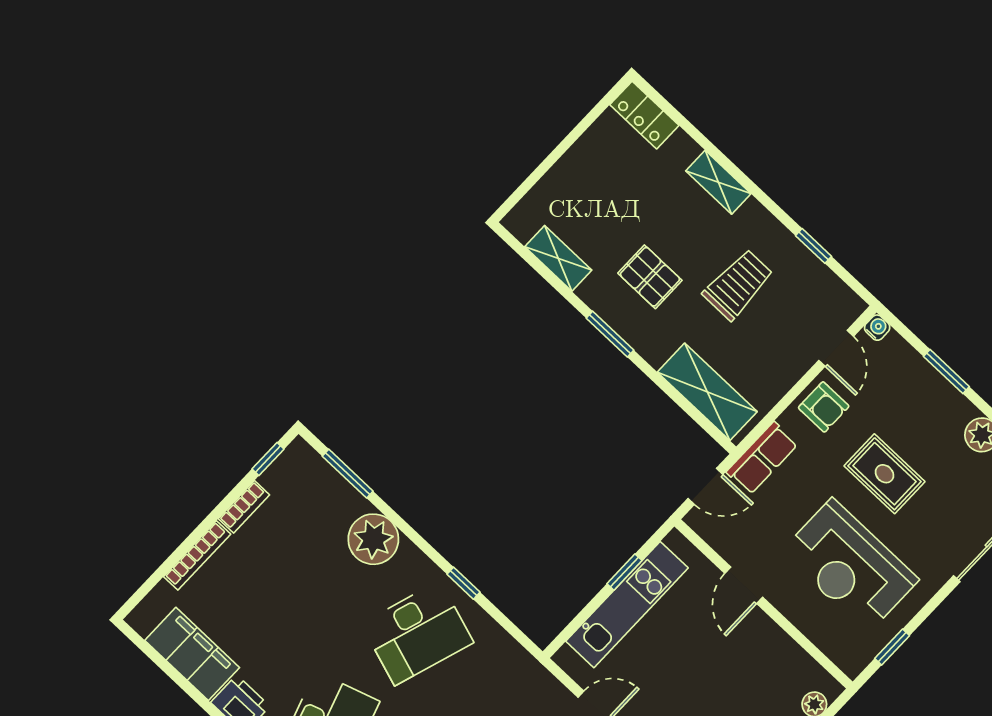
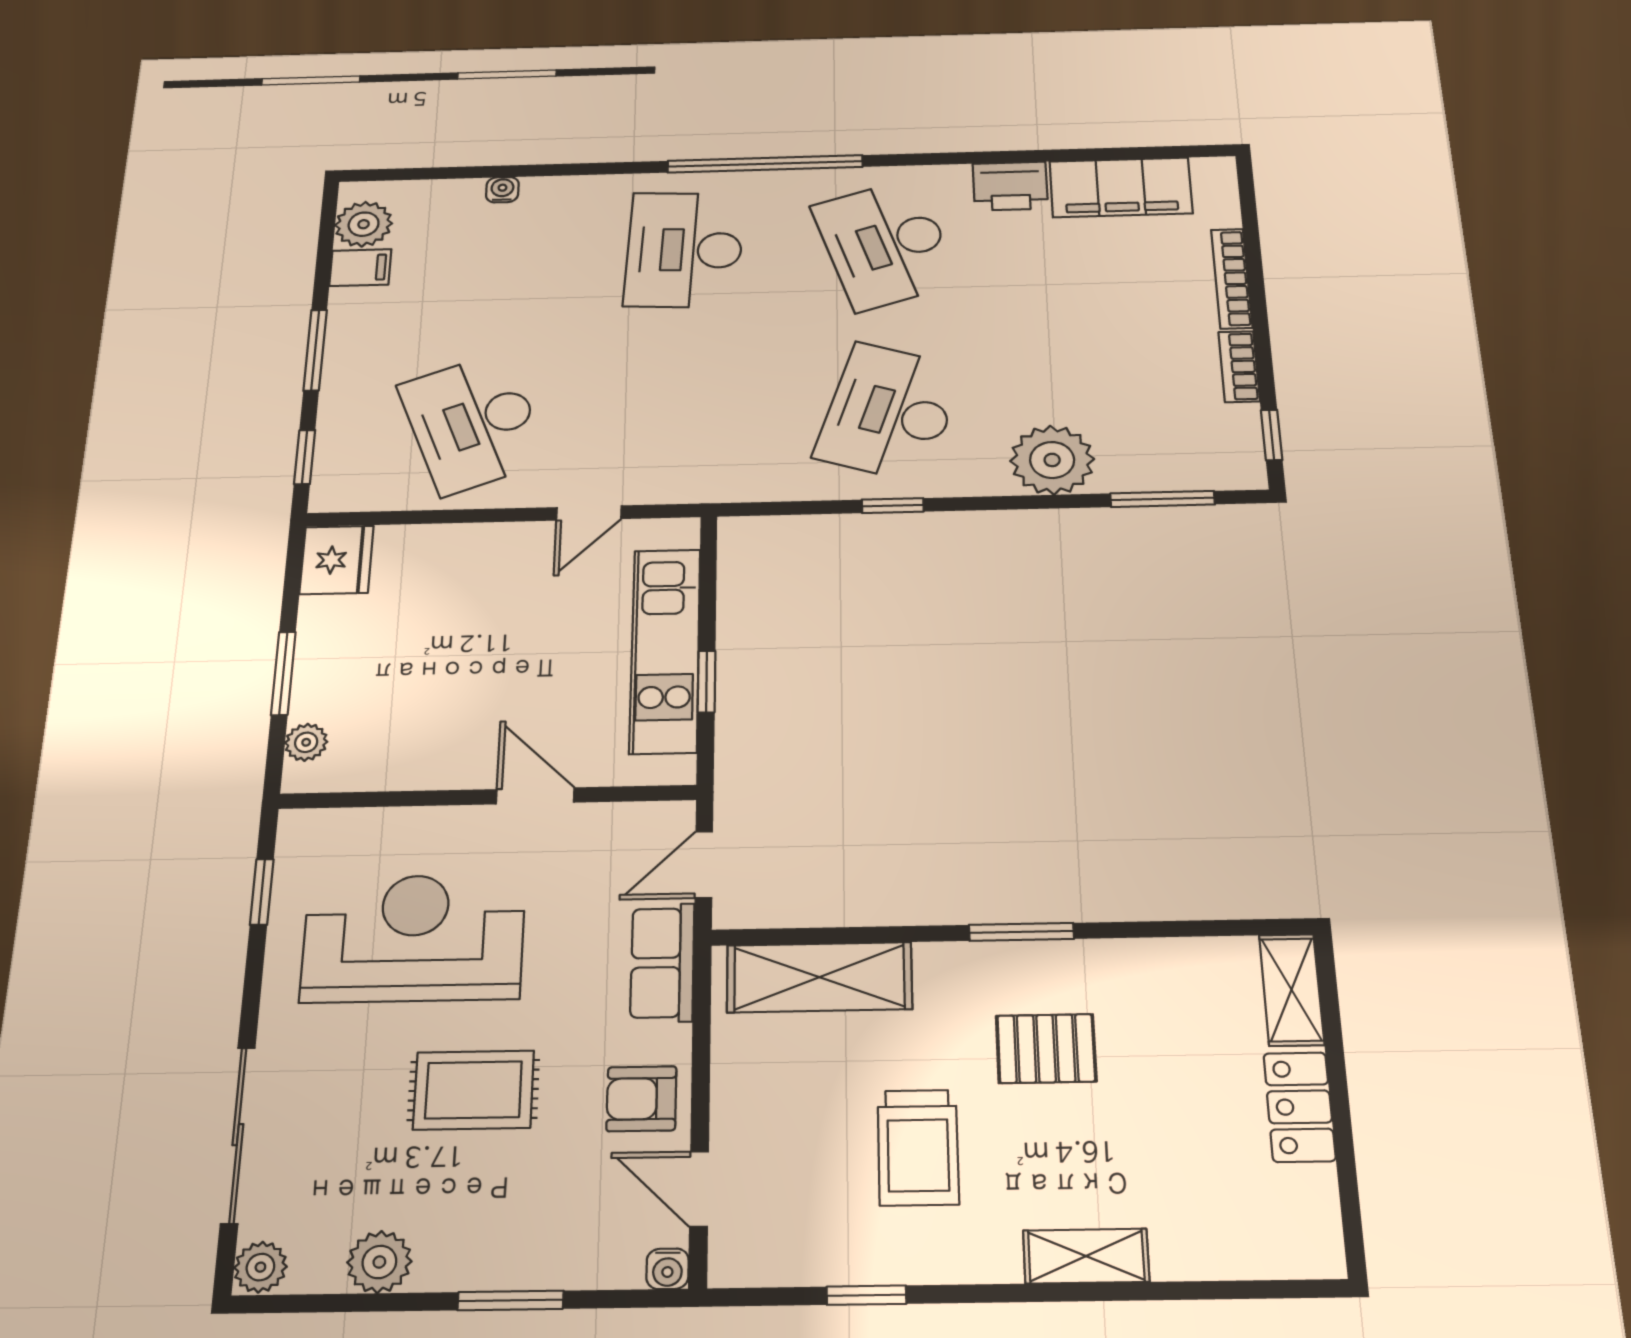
locker: (644, 115) -> (1299, 1107), moved, turned -90
shelving: (558, 258) -> (1291, 990), moved, turned 90

